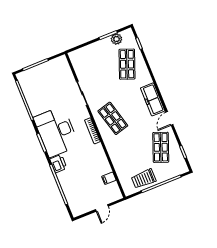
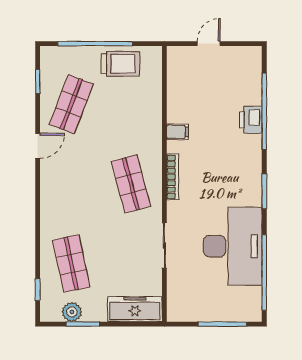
shop shelf: (127, 64) -> (71, 264), turned -33
freezer: (153, 99) -> (135, 309), moved, turned -90
desk: (56, 132) -> (233, 246), moved
printer: (58, 164) -> (251, 120), moved
filing cabinet: (109, 178) -> (177, 132), moved

